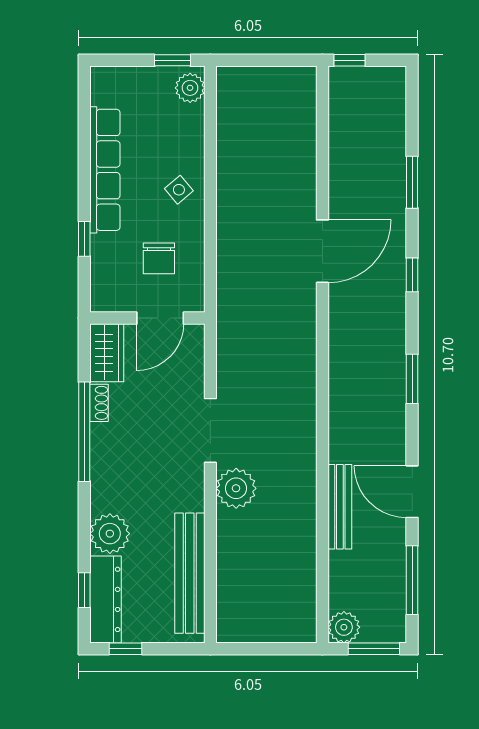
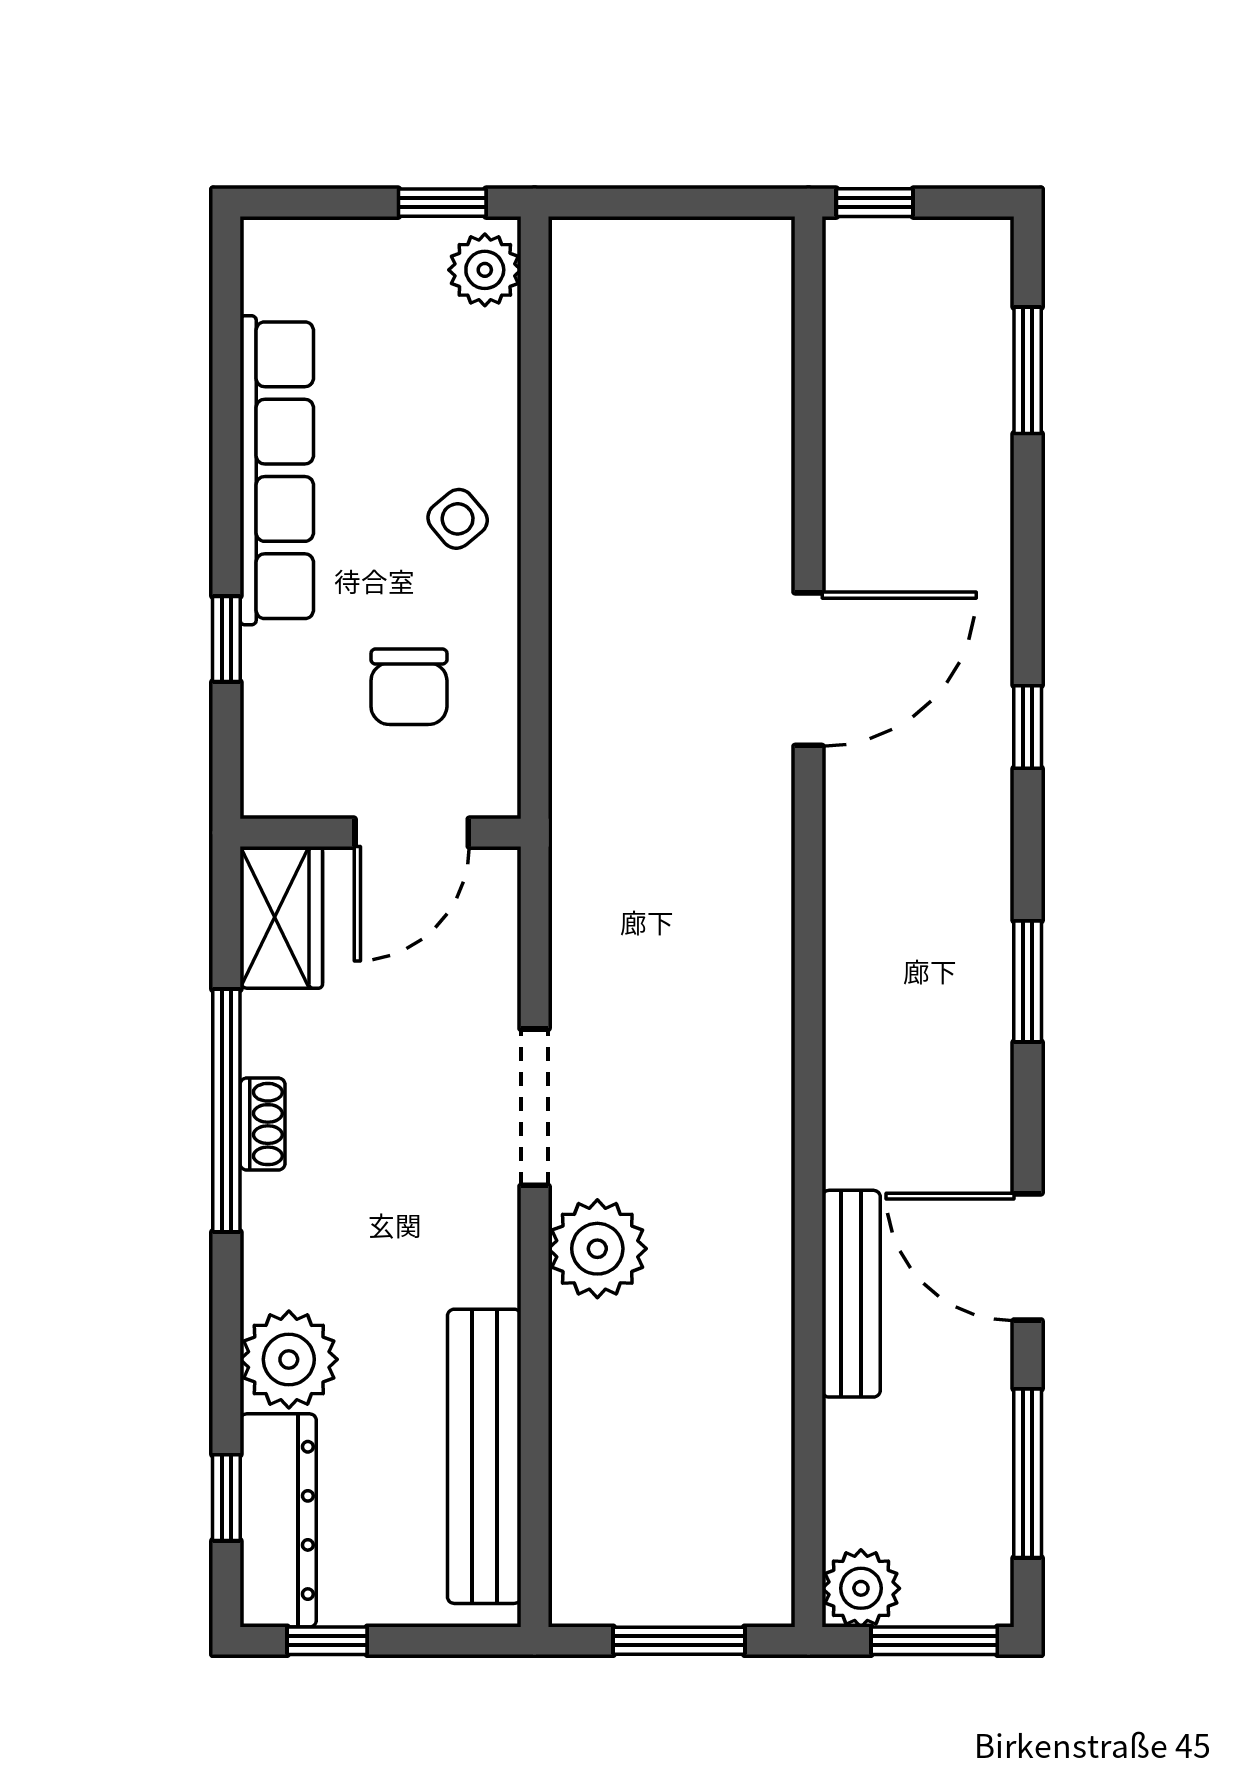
window: (412, 182) -> (1028, 370), moved
shoe rack: (99, 403) -> (262, 1124), moved
window: (269, 649) -> (679, 1641), added

